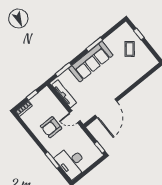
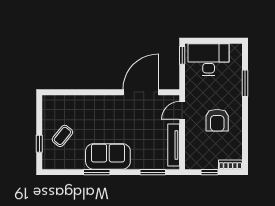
sofa: (91, 62) -> (108, 156), width x0.73
door: (75, 117) -> (182, 111), swing flipped
armchair: (51, 127) -> (217, 120), turned 90
desk: (71, 162) -> (209, 60), moved, turned -90

